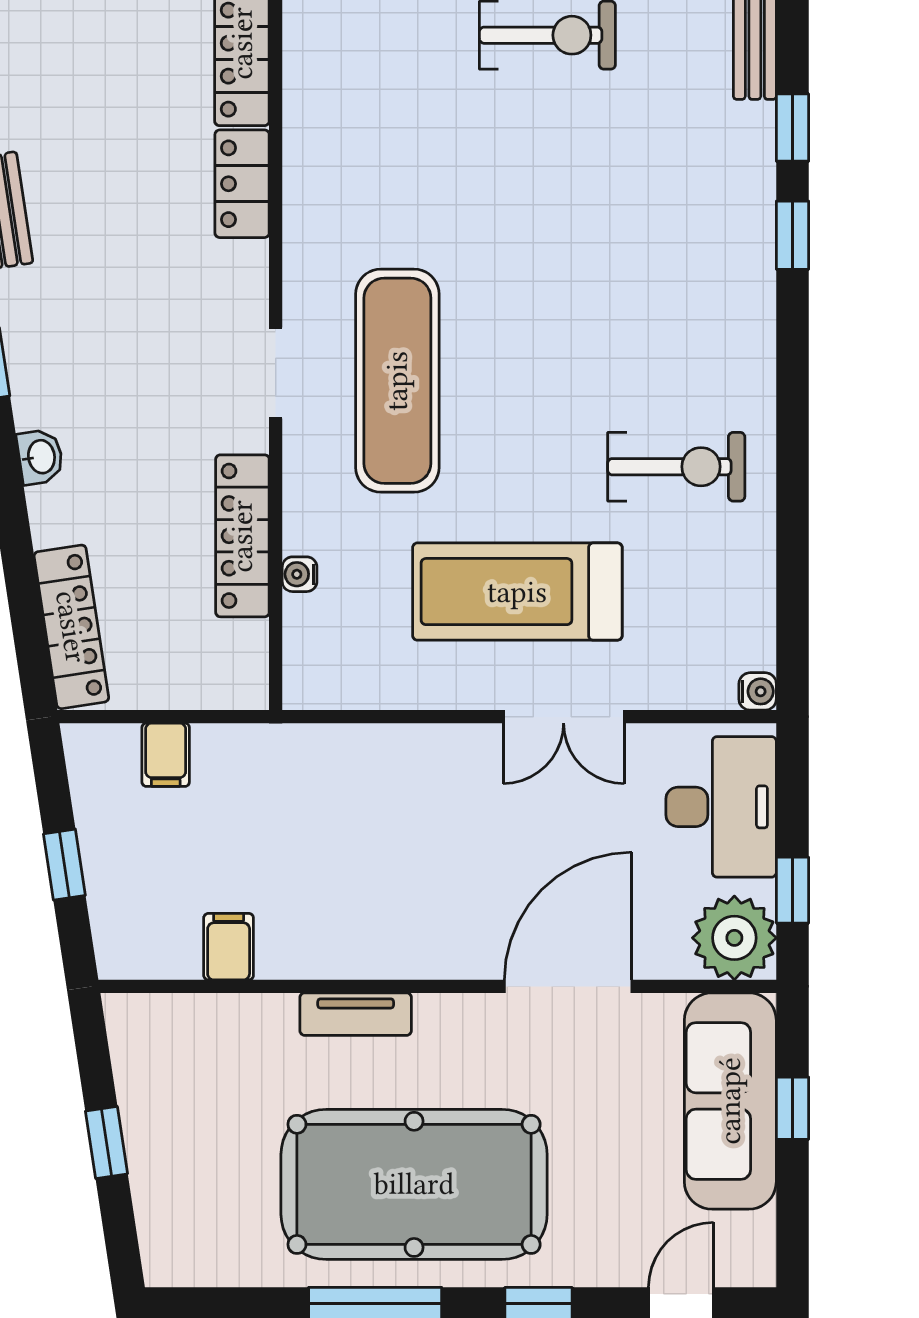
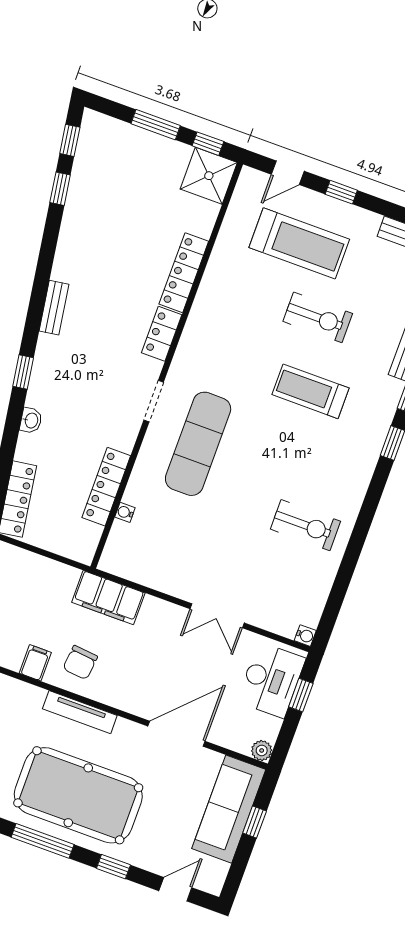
doorway: (276, 373) -> (154, 401), moved
treadmill: (517, 592) -> (311, 391), moved, width x0.73, depth x0.73
filing cabinet: (166, 755) -> (108, 598), moved, width x3.00, depth x1.17
window: (792, 890) -> (301, 695), moved
chair: (320, 913) -> (80, 663), added
plant: (734, 938) -> (262, 750), width x0.53, depth x0.53
tv unit: (356, 1014) -> (80, 712), width x1.41

